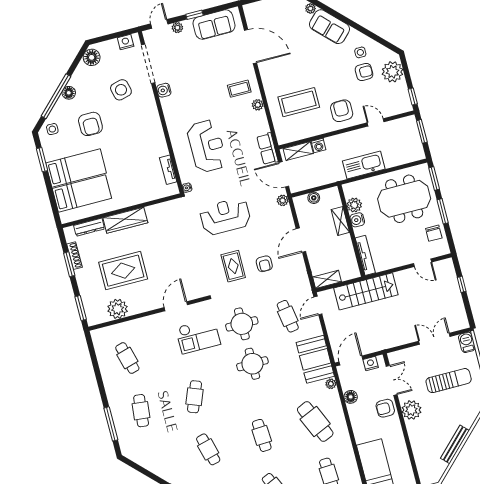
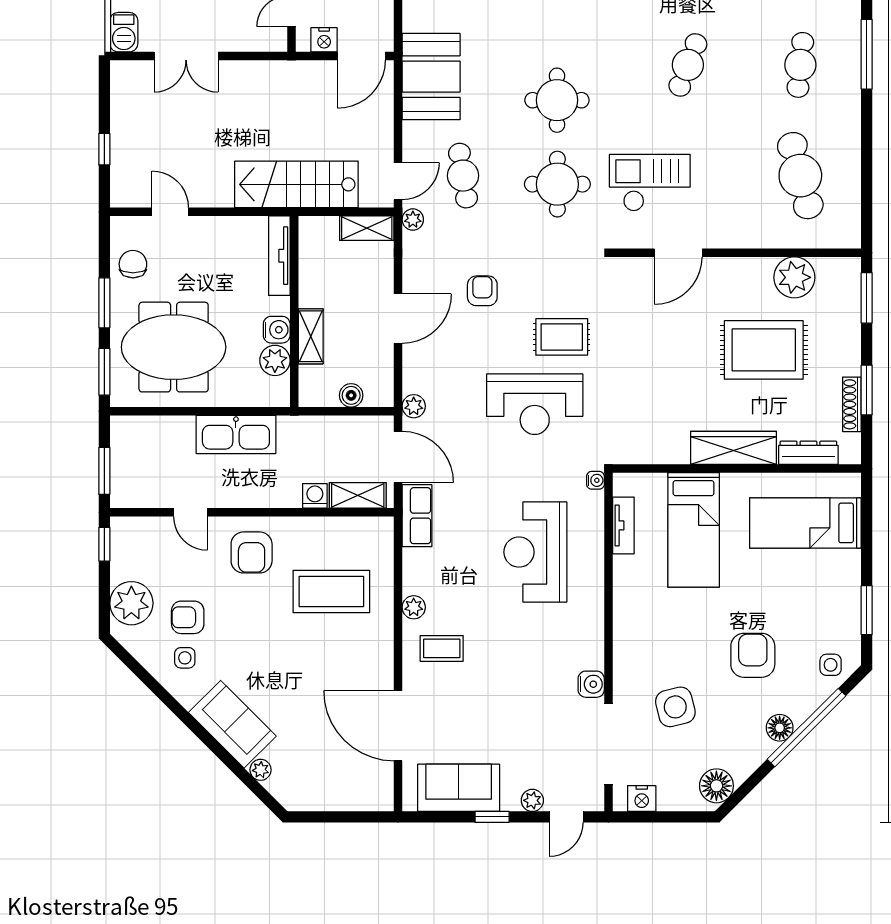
bed: (76, 168) -> (694, 530), moved, turned -90
rug: (233, 266) -> (562, 337), moved, turned 90
cafe table: (127, 358) -> (800, 176), width x1.37, depth x1.35
plant: (331, 384) -> (413, 220), moved

